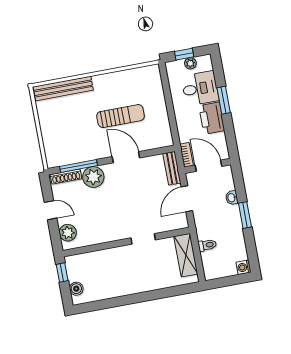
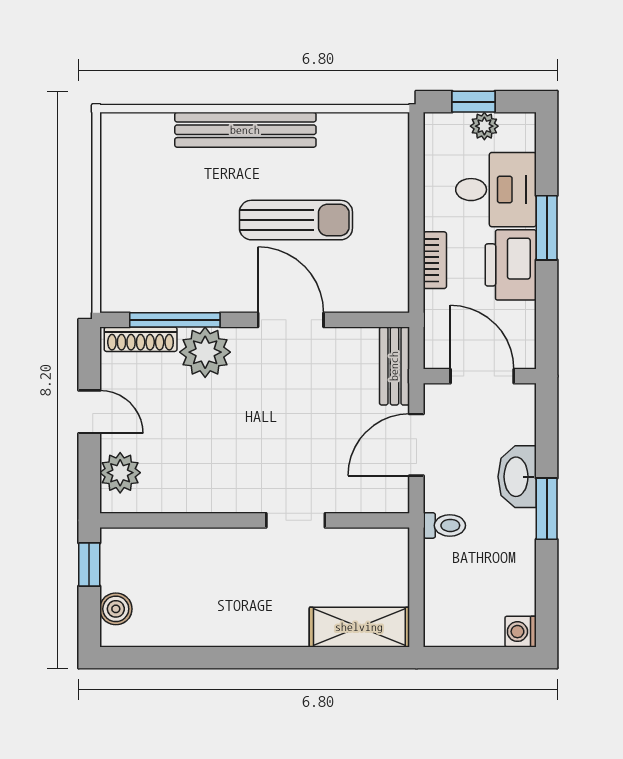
bench: (63, 88) -> (245, 130), moved
bookcase: (186, 155) -> (435, 260), moved
washbasin: (232, 198) -> (517, 477), width x1.91, depth x1.45
toilet: (207, 245) -> (444, 525), moved
shelving: (186, 255) -> (359, 627), moved, turned 90

